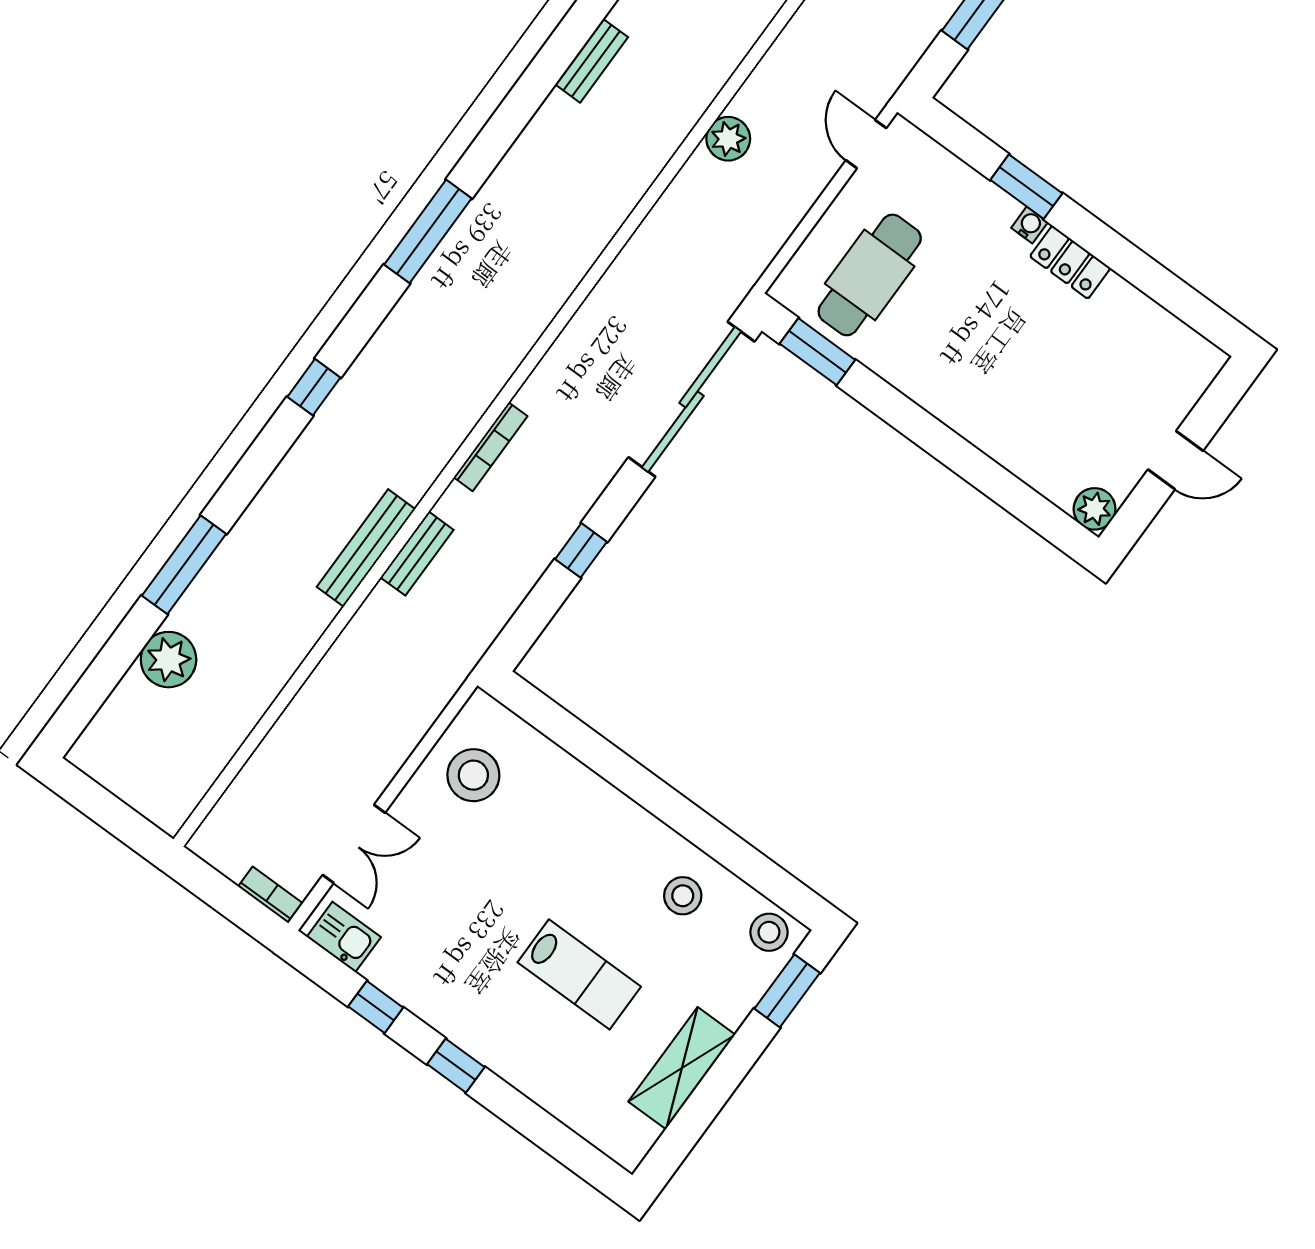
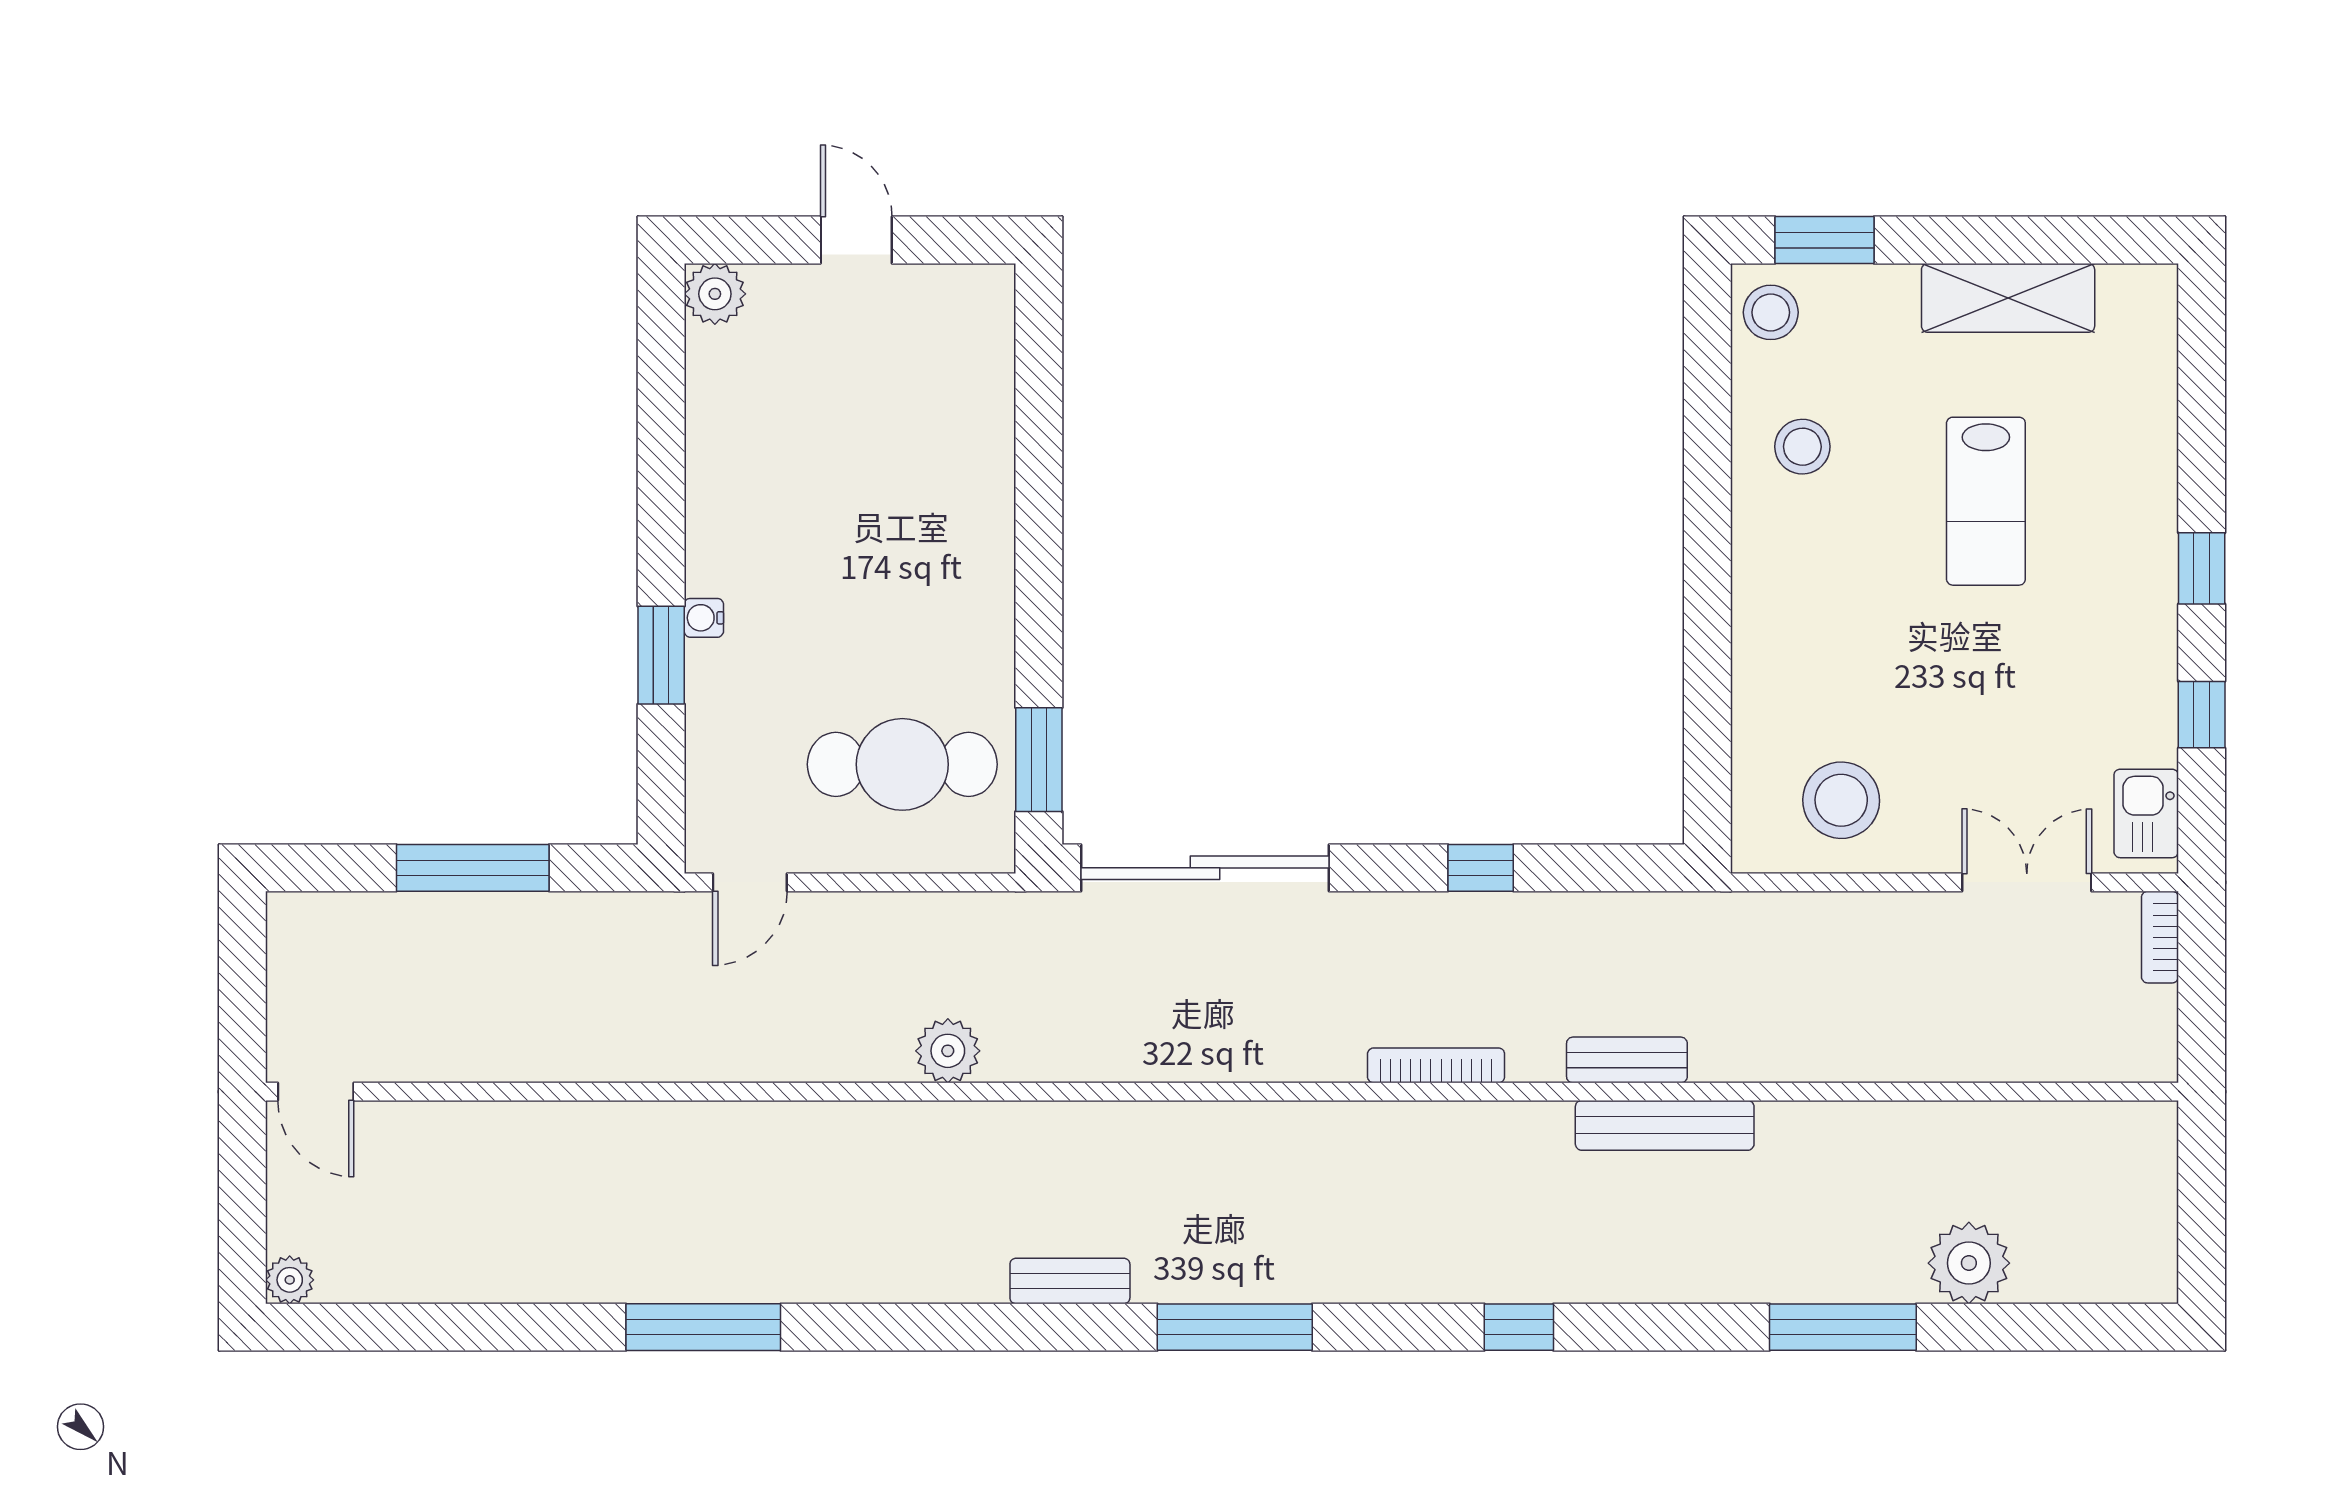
bench: (592, 61) -> (1070, 1281), moved
plant: (728, 139) -> (948, 1051), moved
locker: (1070, 262) -> (713, 537), removed
plant: (1095, 509) -> (715, 294), moved
lab bench: (579, 974) -> (1986, 501), turned 180

